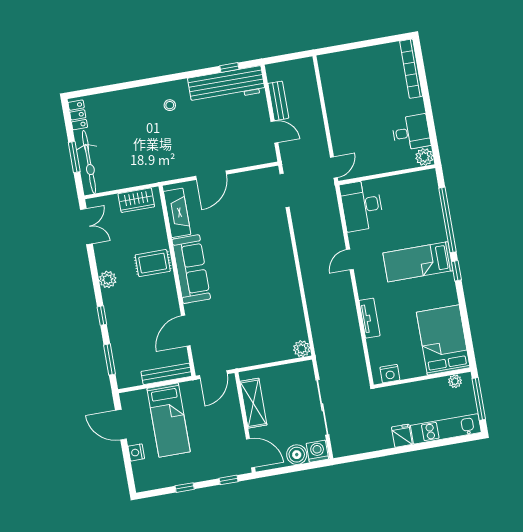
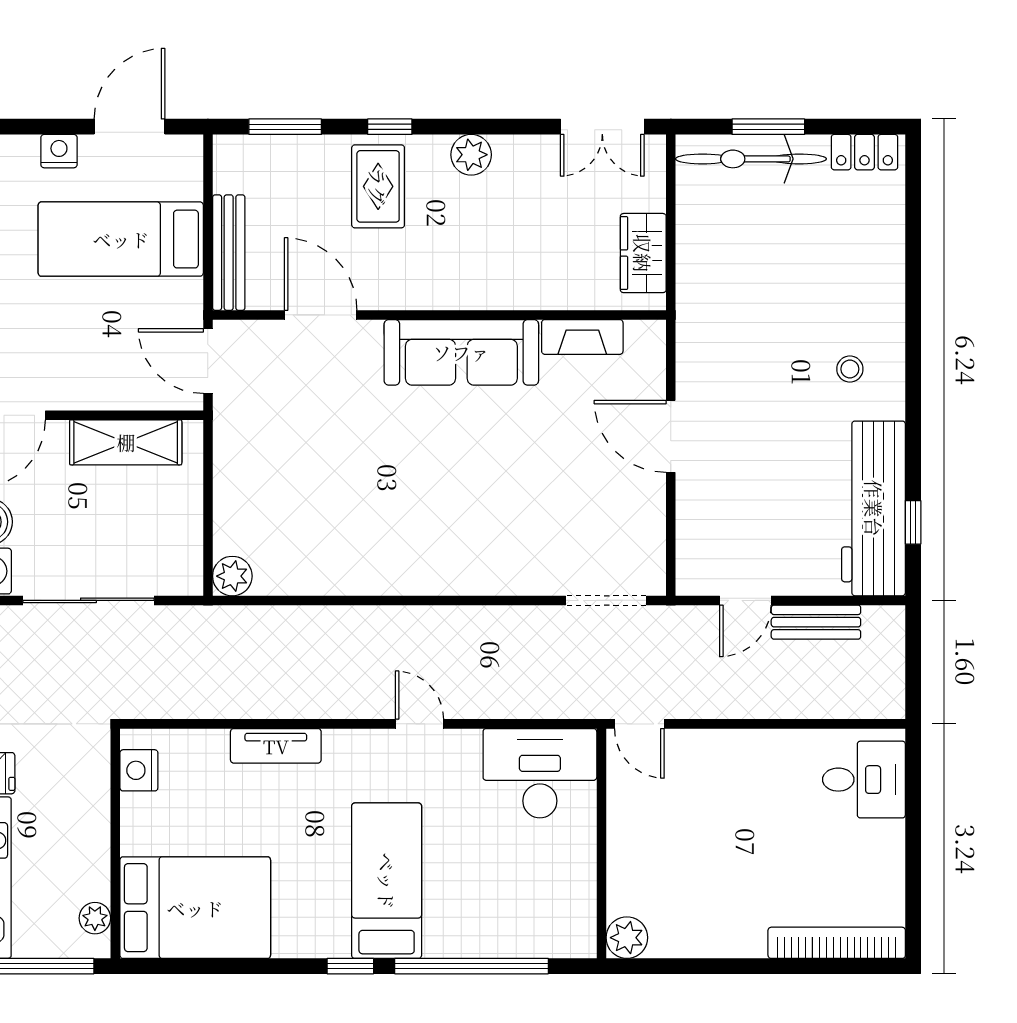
desk: (411, 132) -> (864, 780), moved, turned -90
fireplace: (177, 213) -> (582, 337), width x0.73, depth x0.76
rug: (153, 263) -> (378, 186), moved

